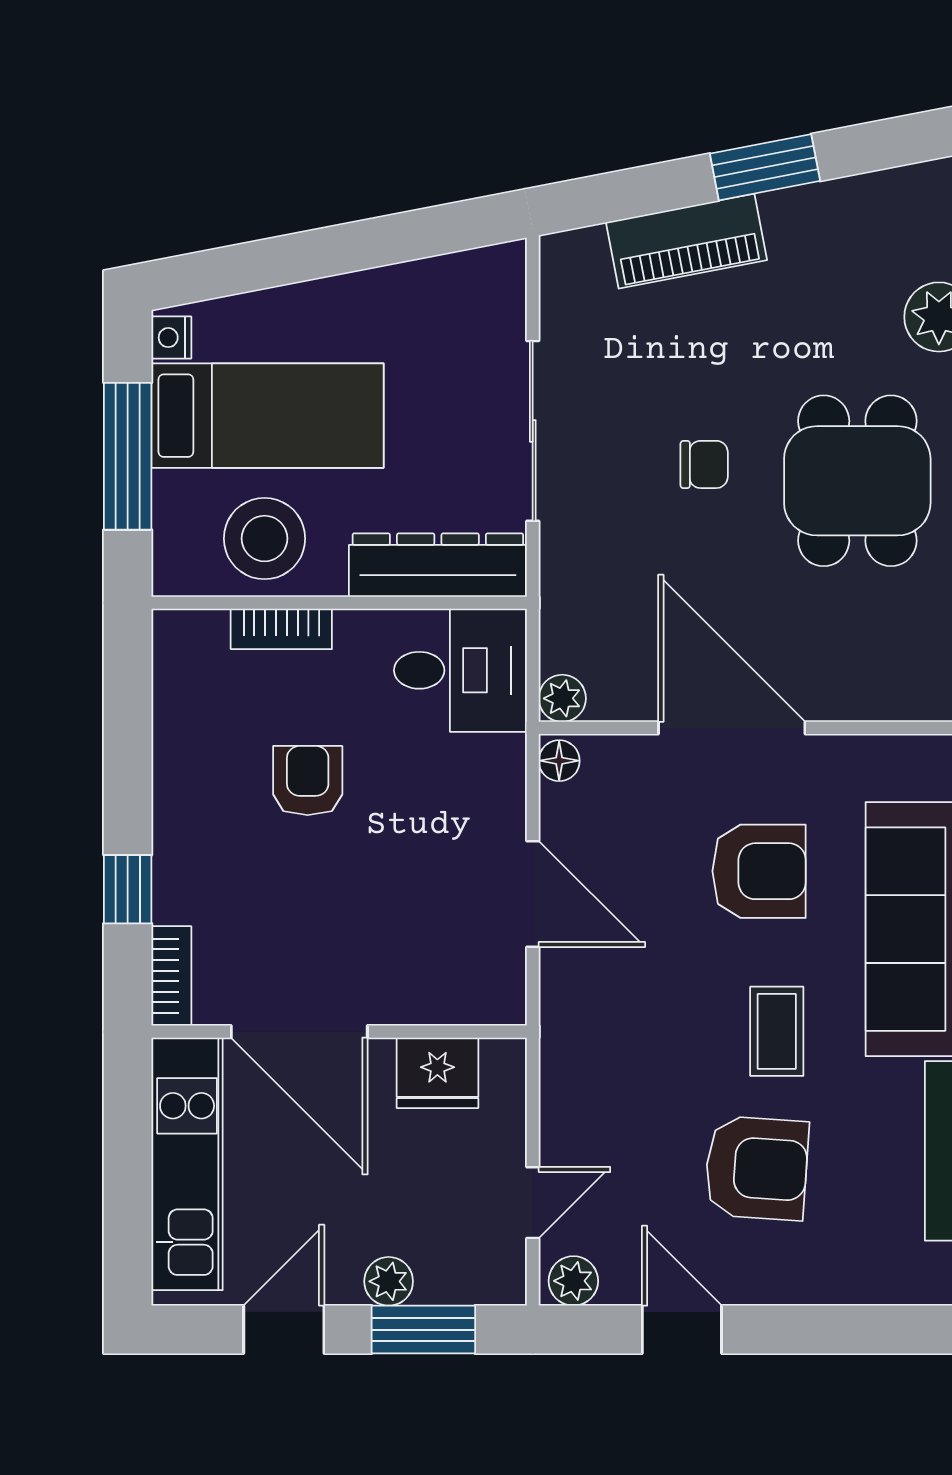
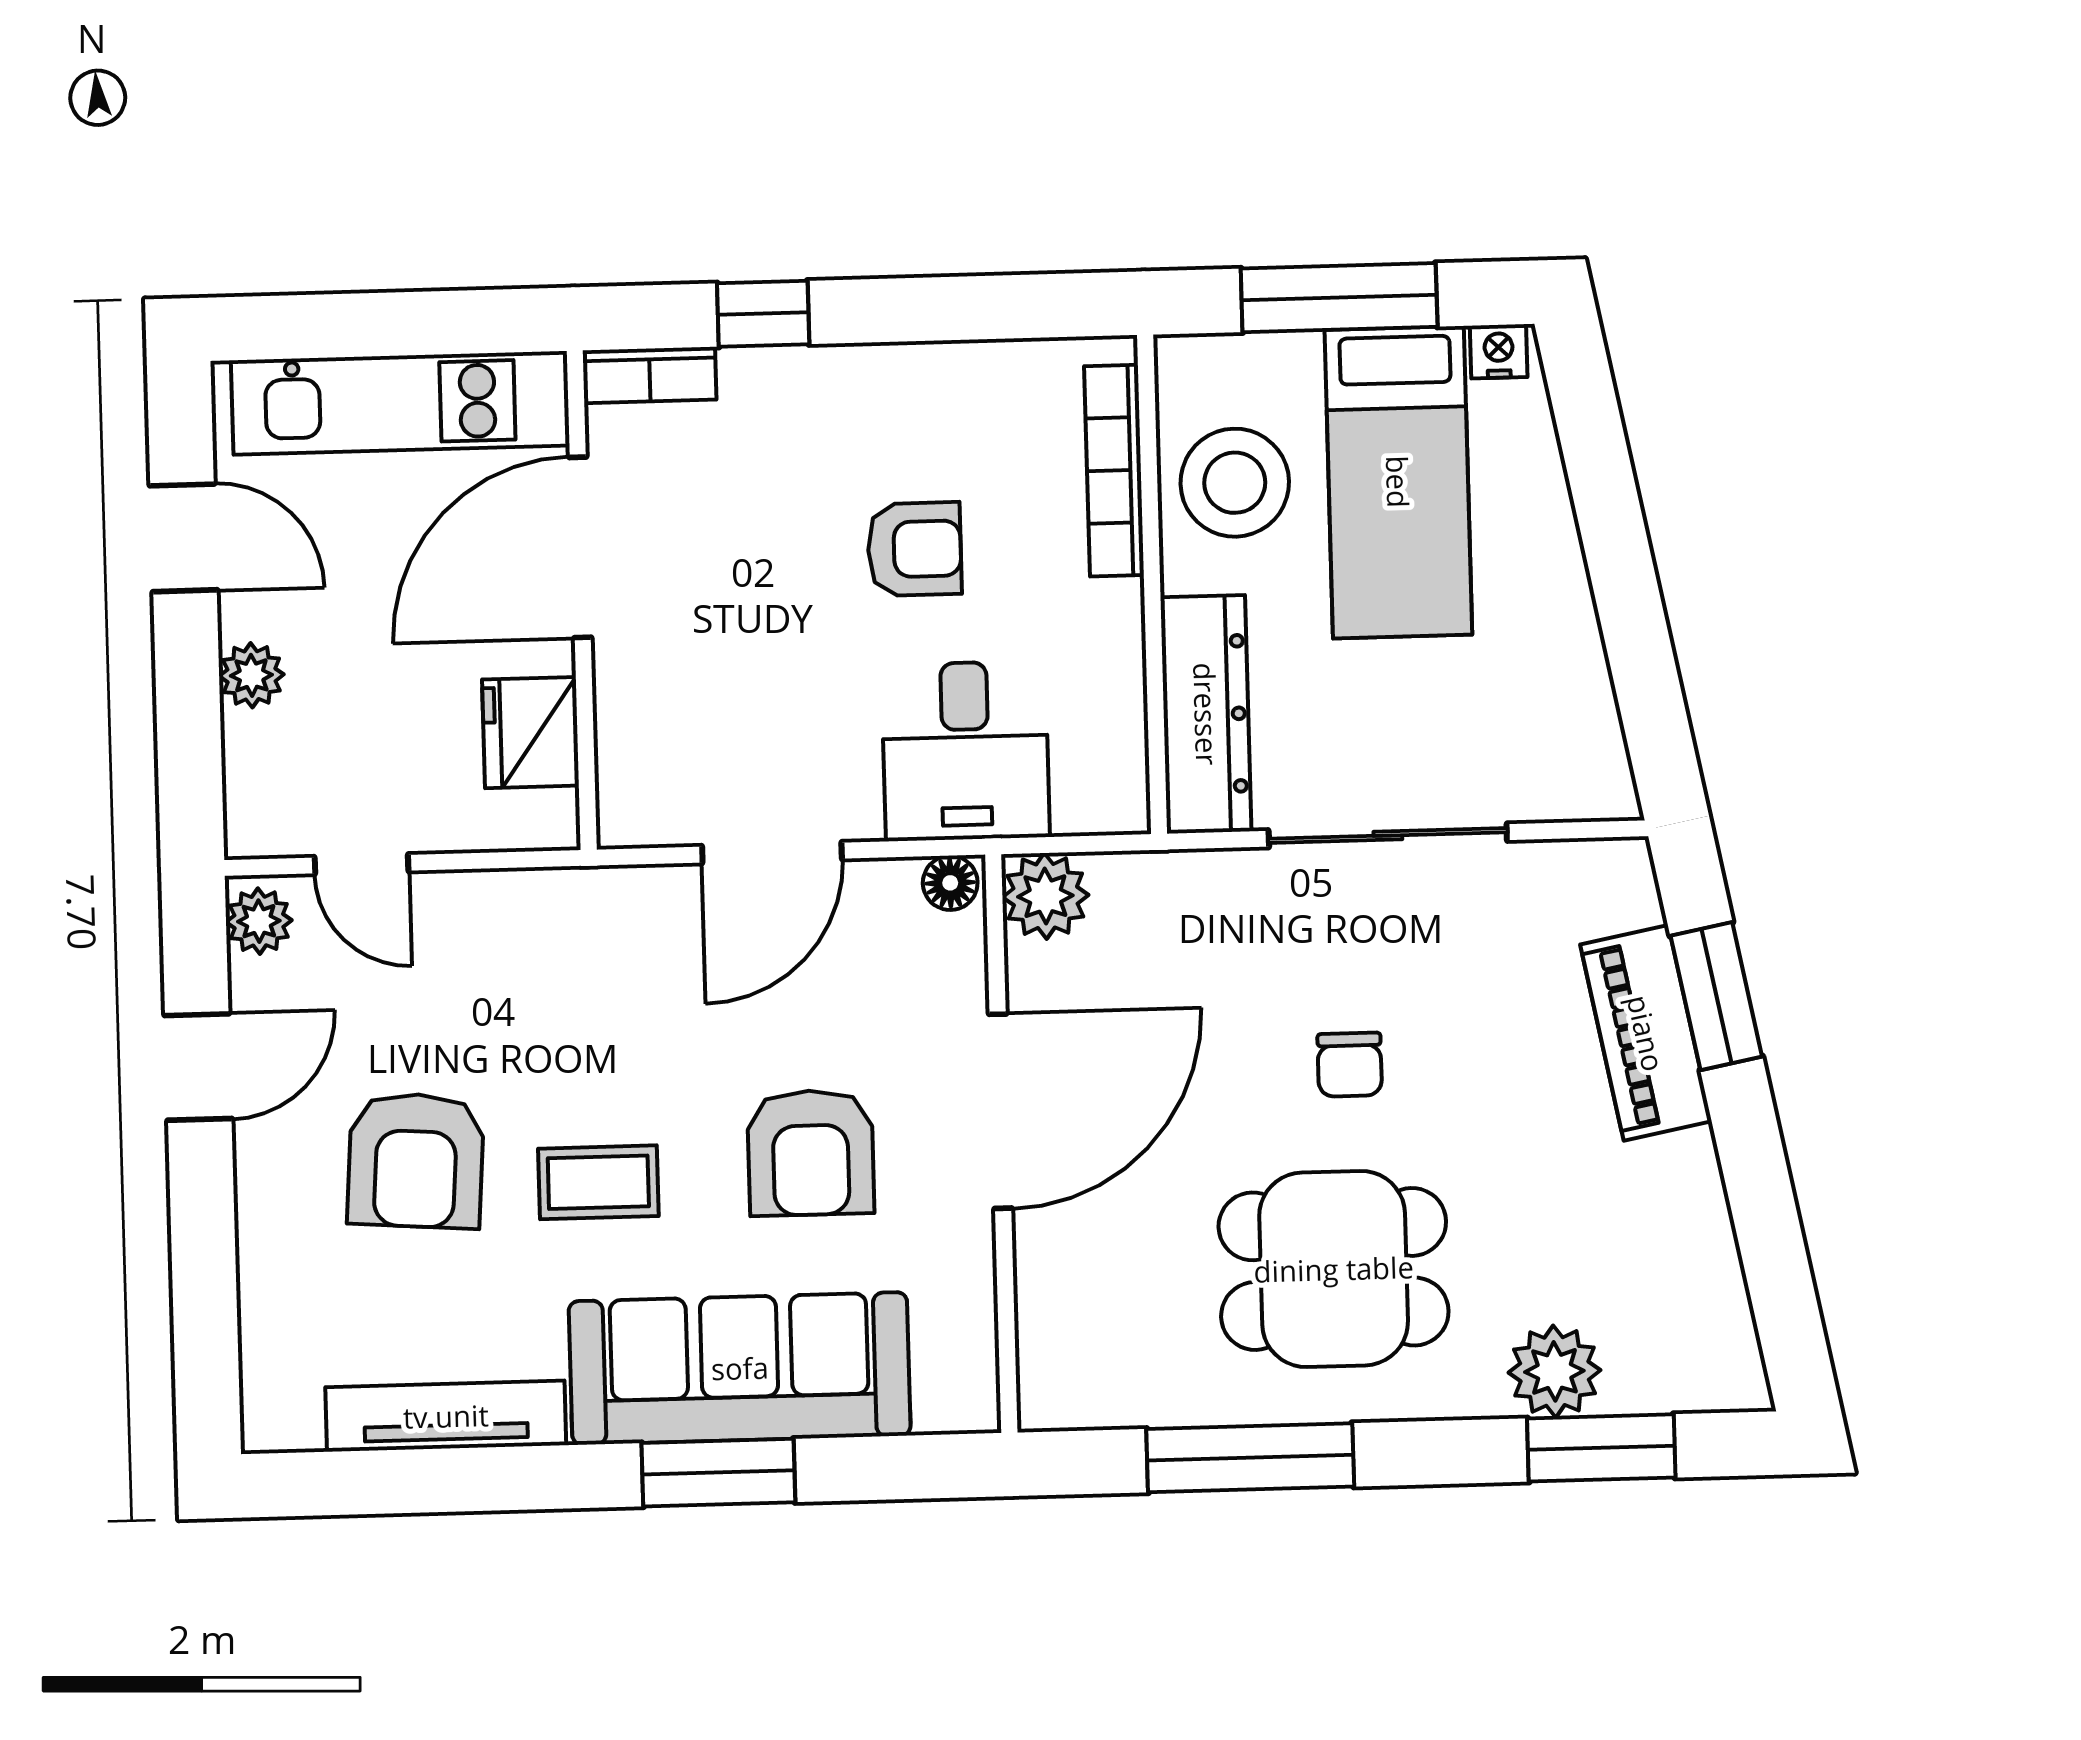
window: (765, 167) -> (1716, 996), moved
bookcase: (281, 629) -> (1114, 471), width x1.56
desk: (460, 670) -> (966, 751), moved
plant: (562, 698) -> (1045, 896), width x1.38, depth x1.38
window: (423, 1330) -> (189, 723), removed

